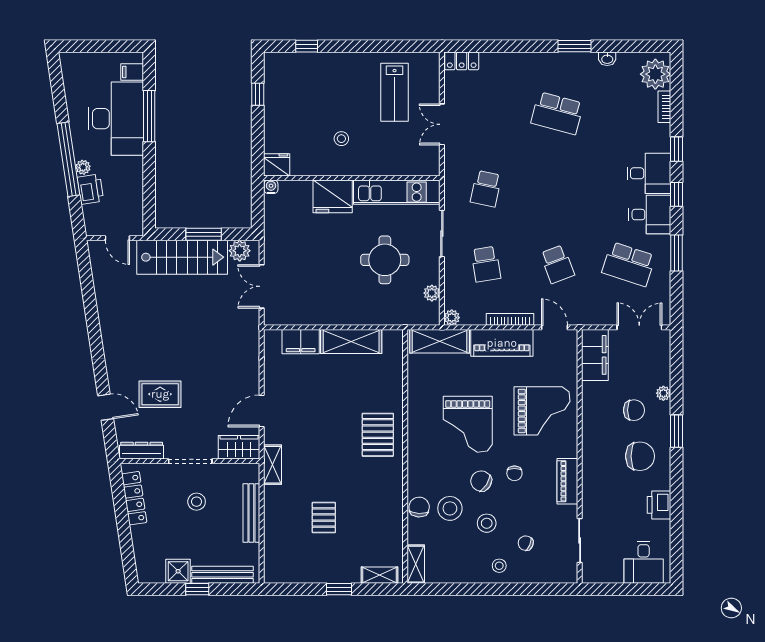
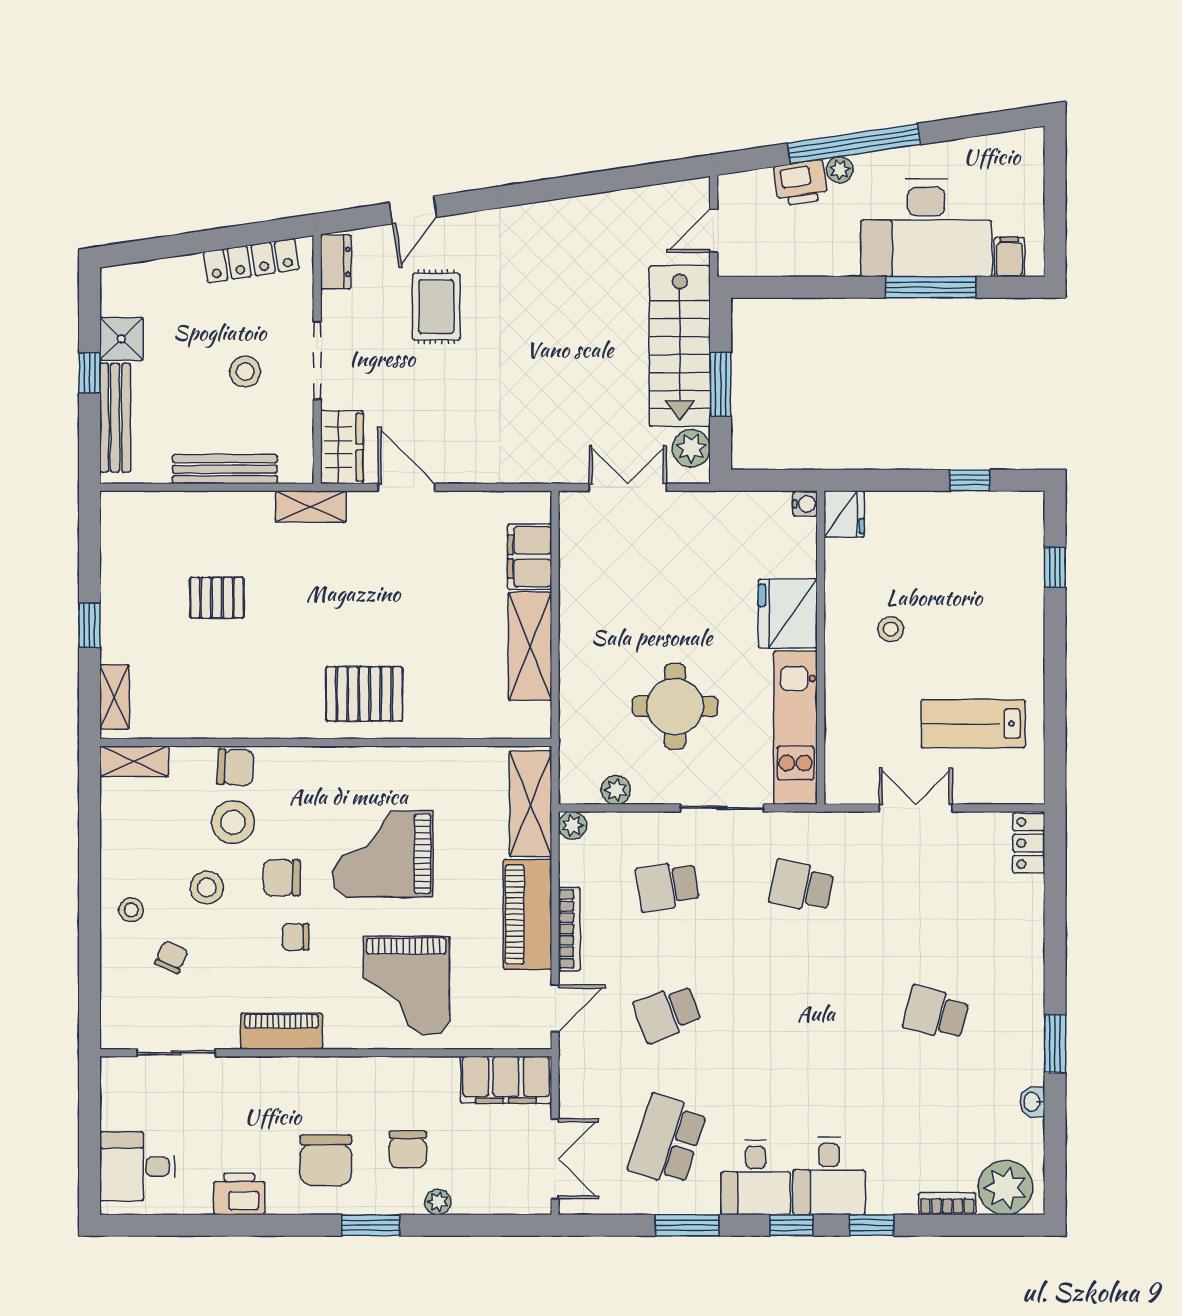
school desk: (557, 113) -> (936, 1013), width x0.54
dresser: (142, 451) -> (336, 262), width x0.70
chair: (481, 481) -> (282, 878), turned -123

